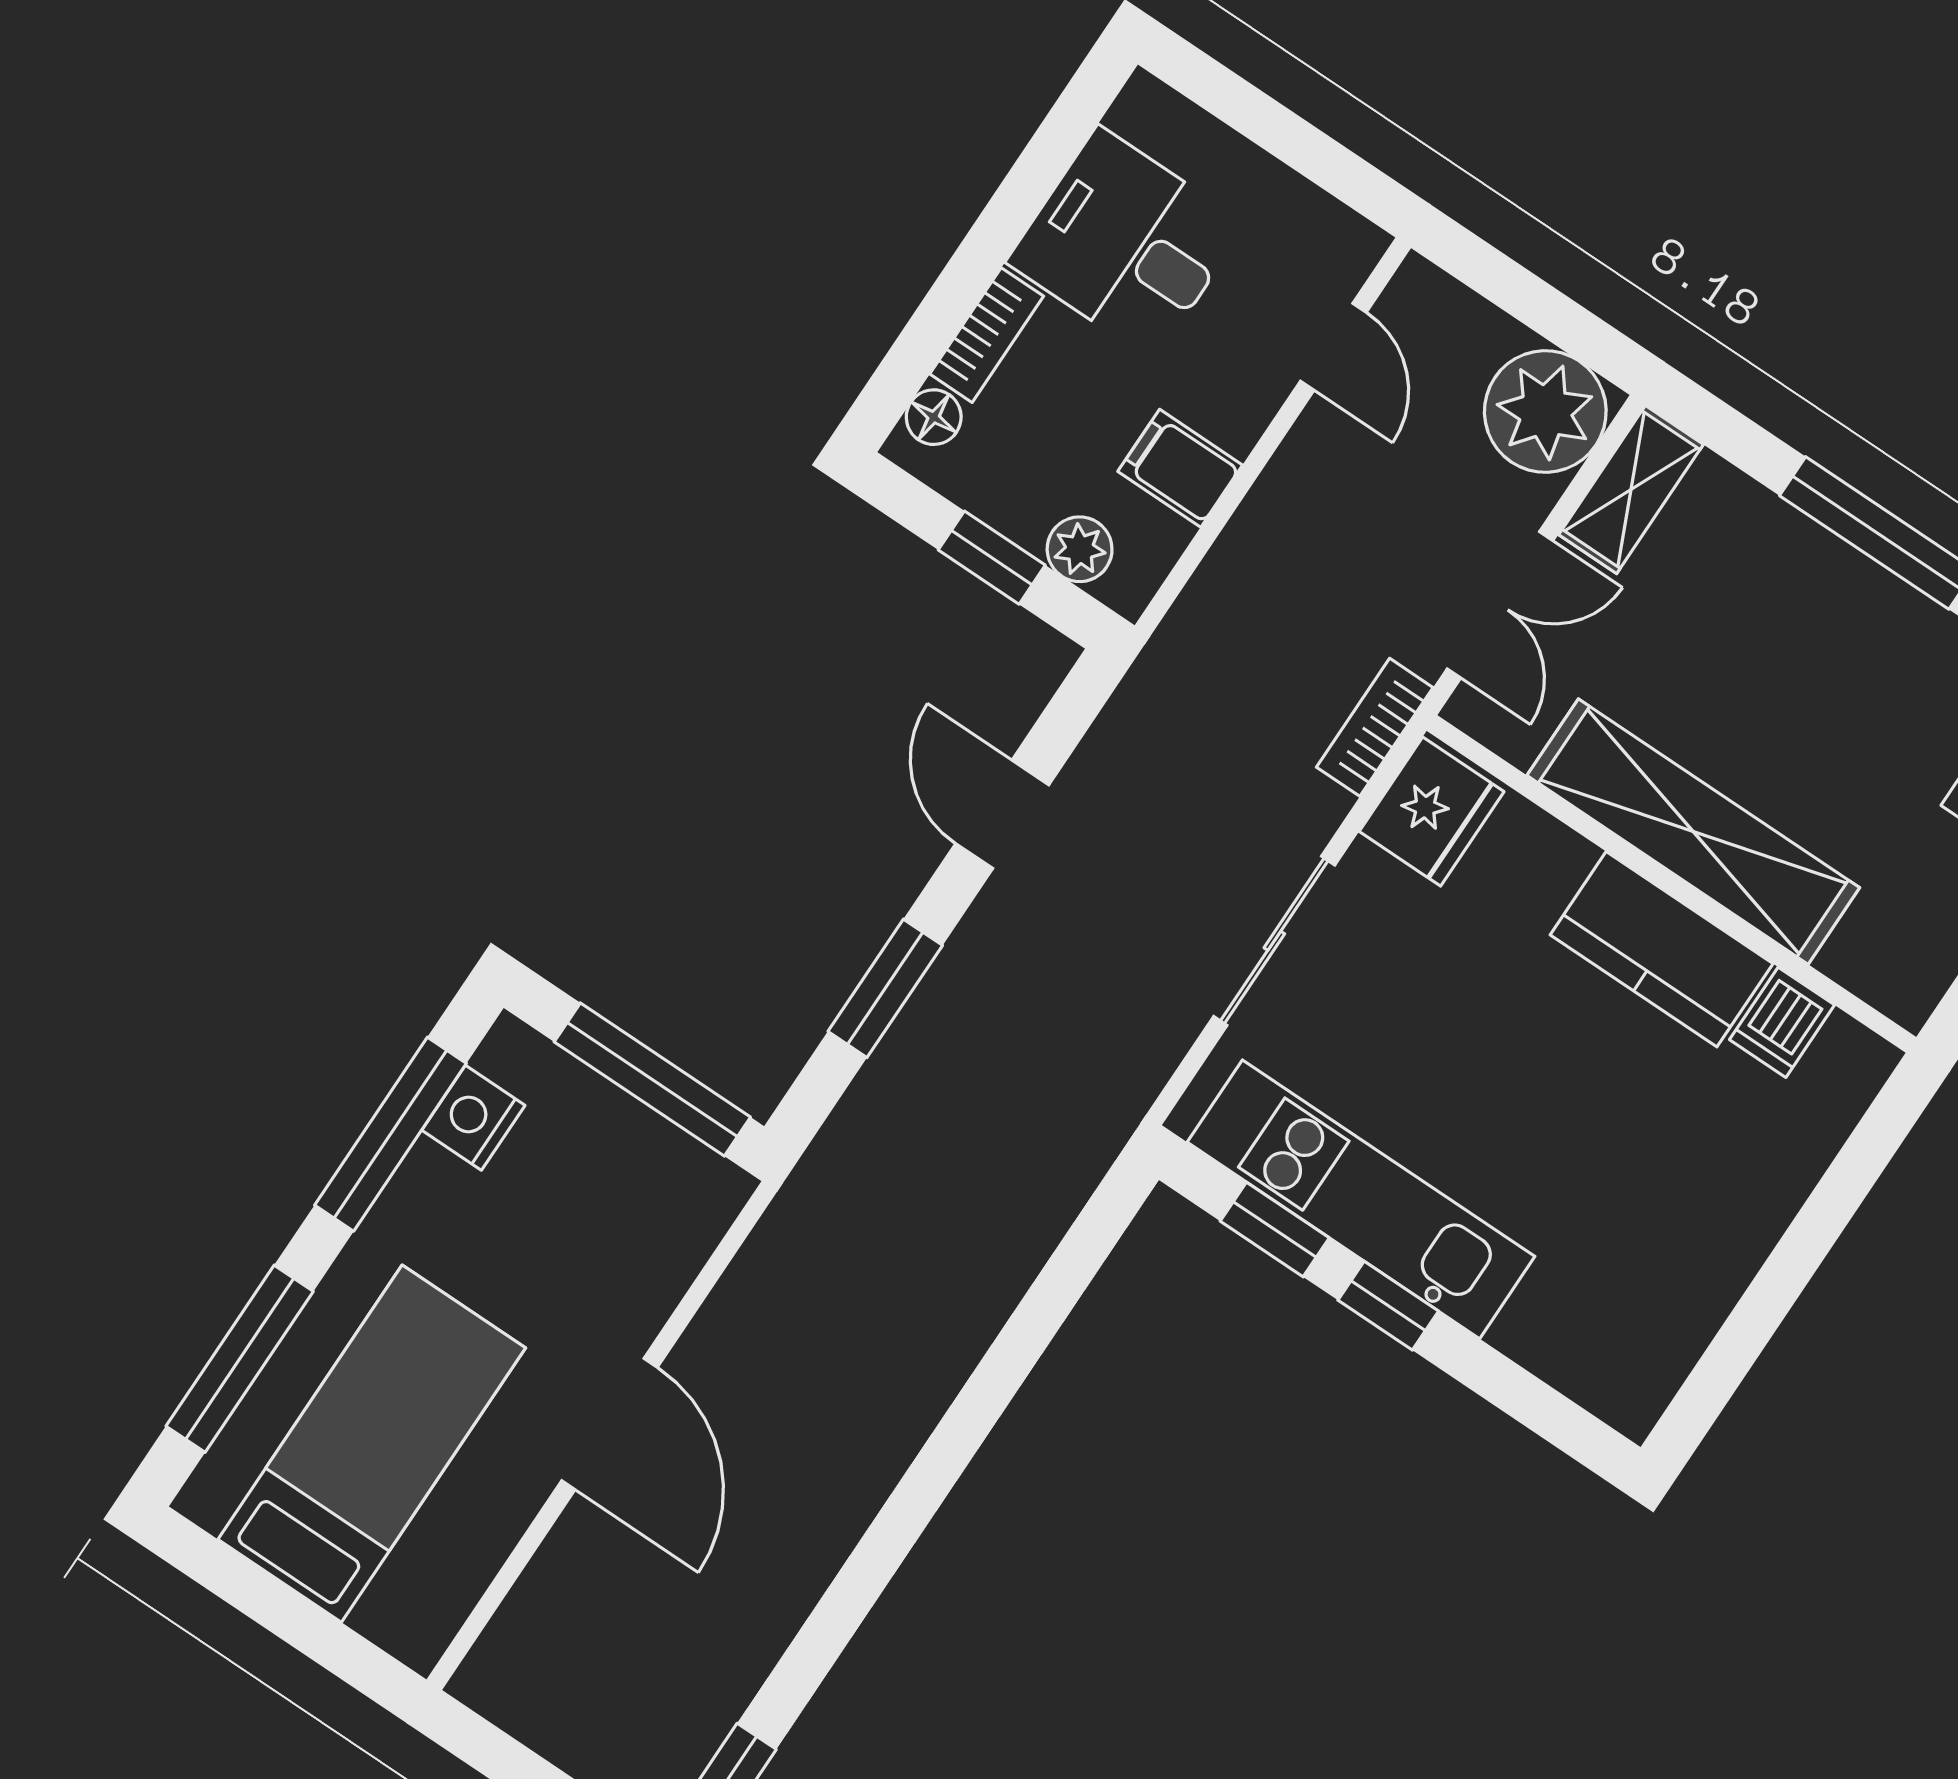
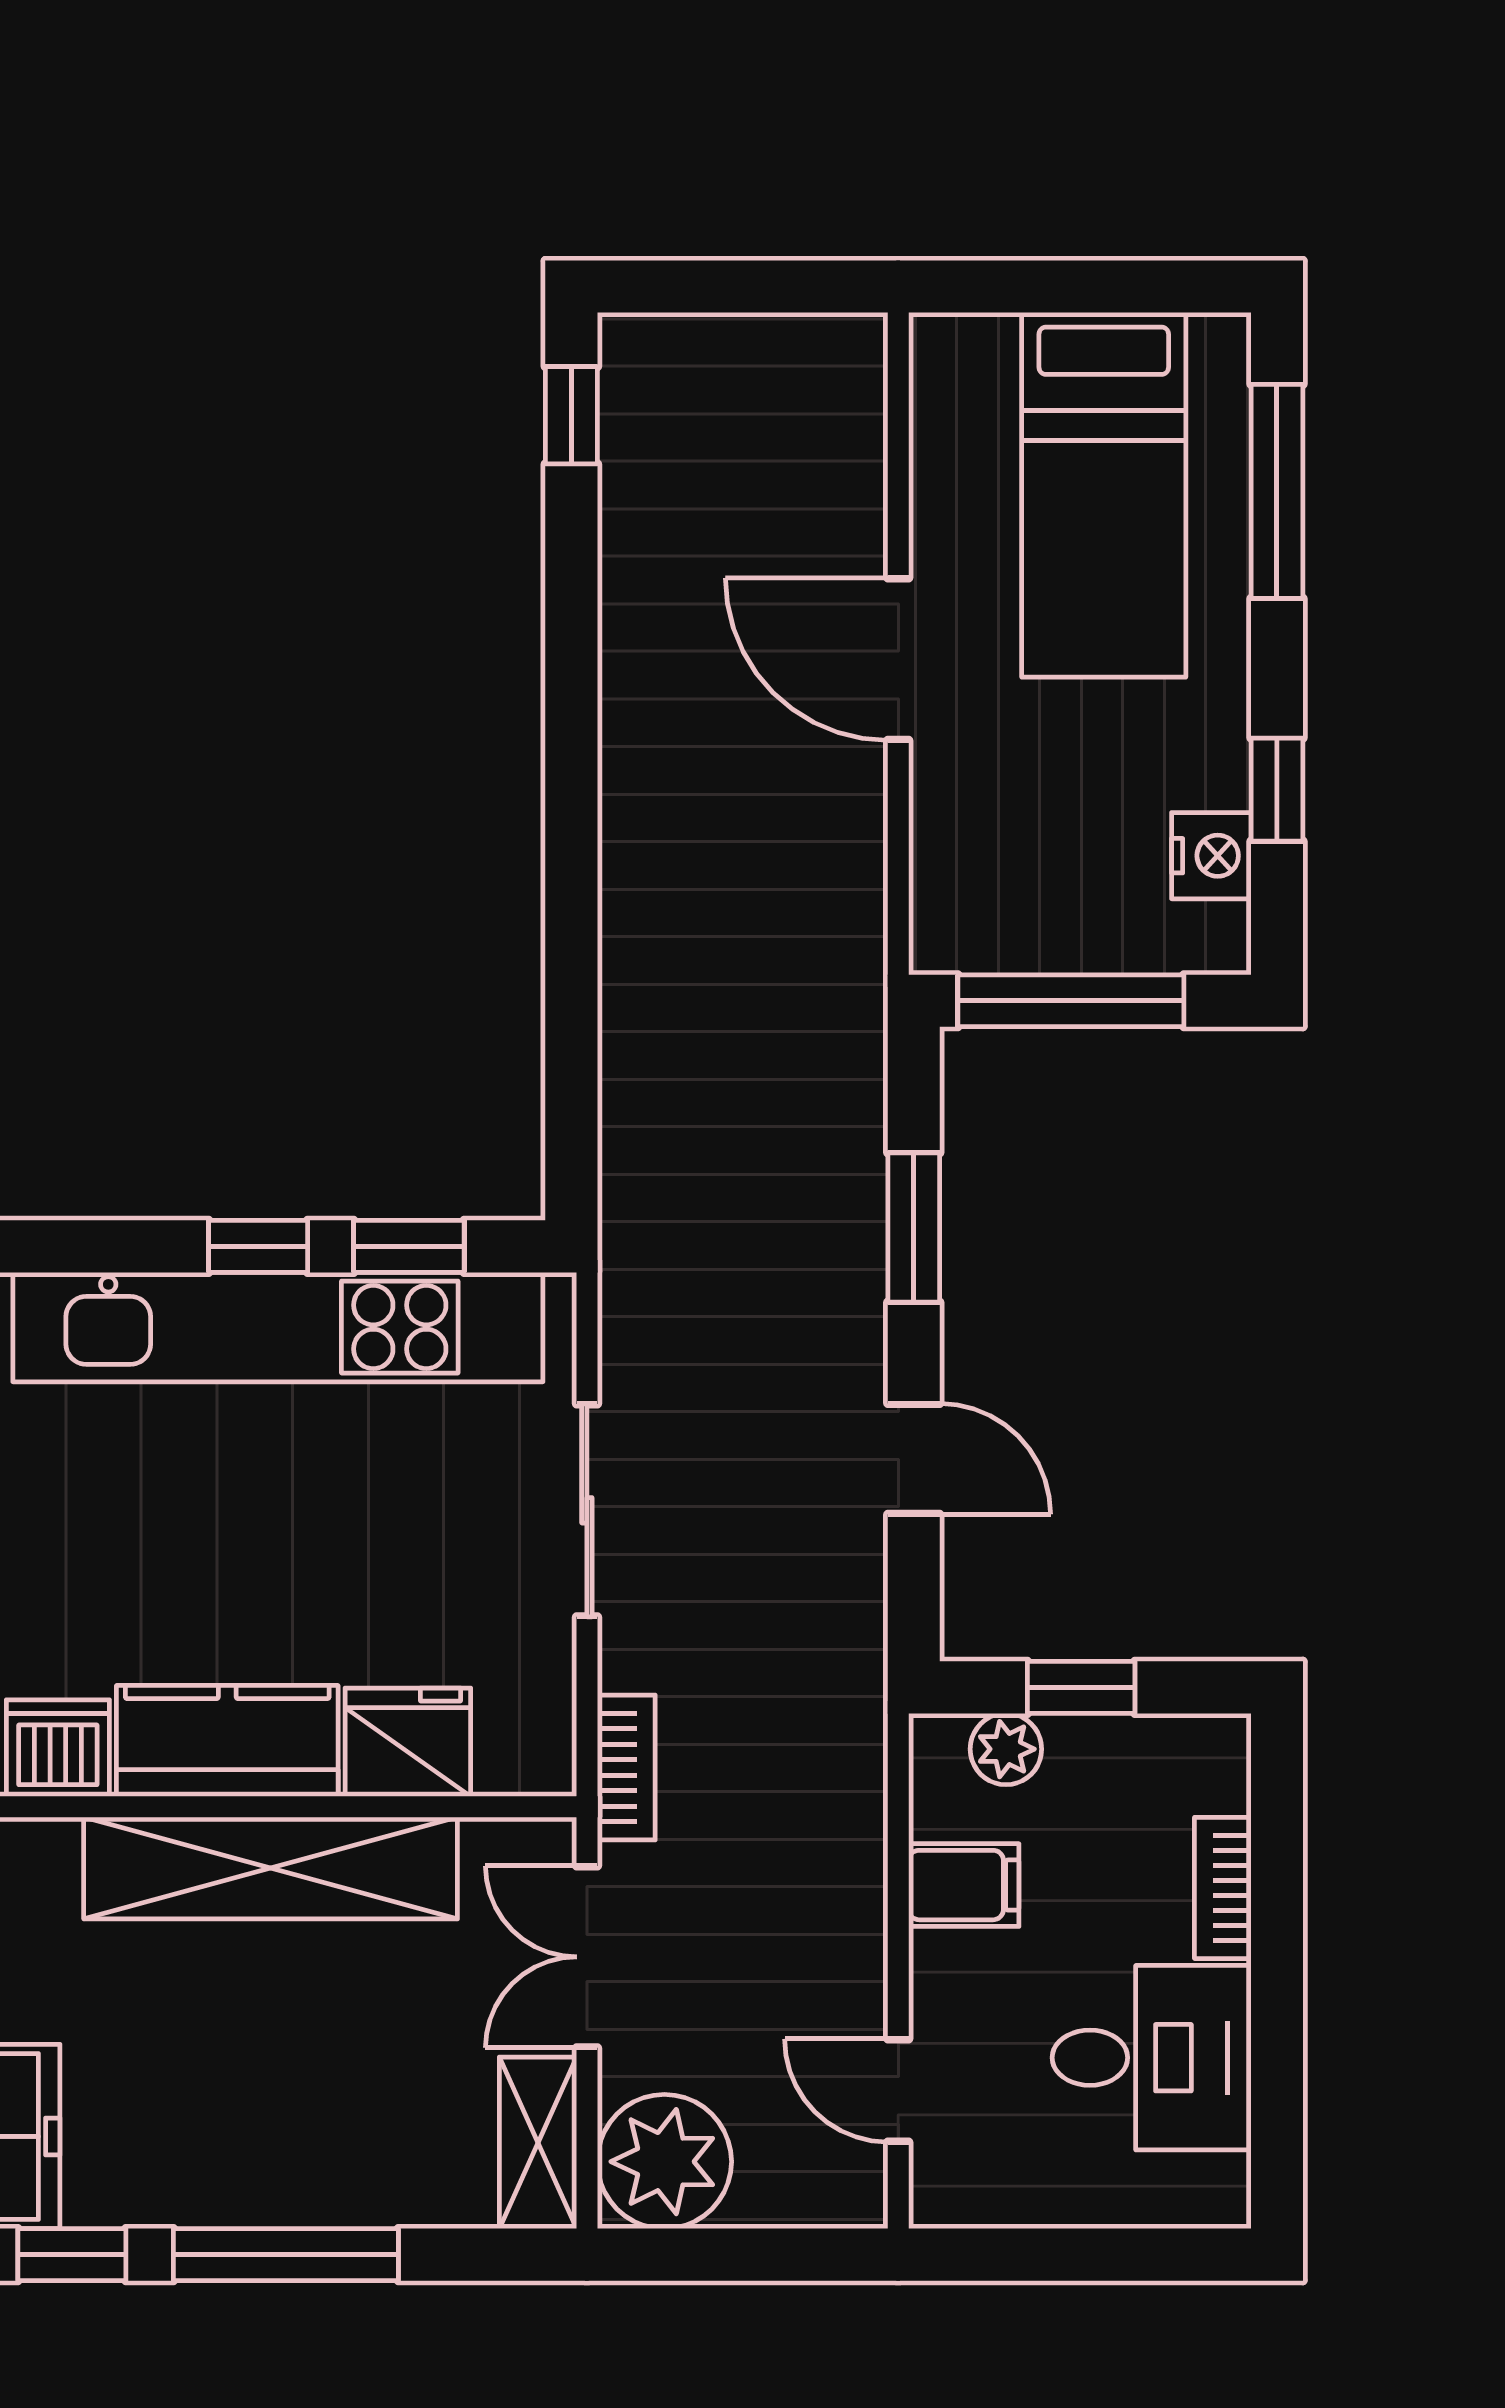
floor lamp: (934, 417) -> (1221, 1780), removed
fridge: (1432, 812) -> (408, 1742), moved, turned 90
dishwasher: (1782, 1022) -> (58, 1748), width x1.38
window: (391, 1134) -> (1277, 790), width x0.46
kitchen unit: (1361, 1199) -> (278, 1327), width x1.36

